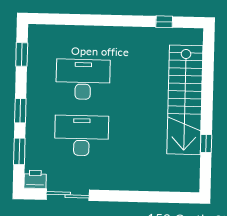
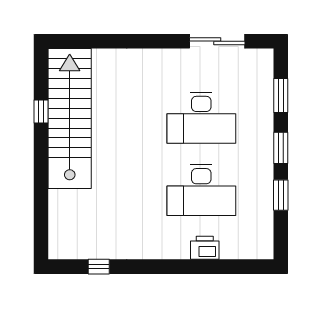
window: (22, 54) -> (281, 195), moved
stairs: (185, 100) -> (70, 119), moved
printer: (35, 179) -> (205, 248), moved, turned 180

